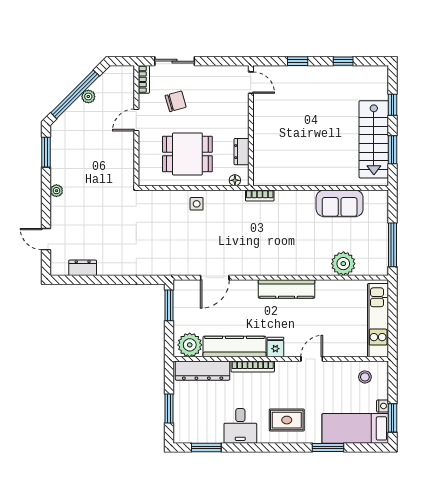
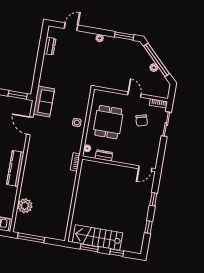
sofa: (340, 203) -> (44, 102), moved, turned 180

